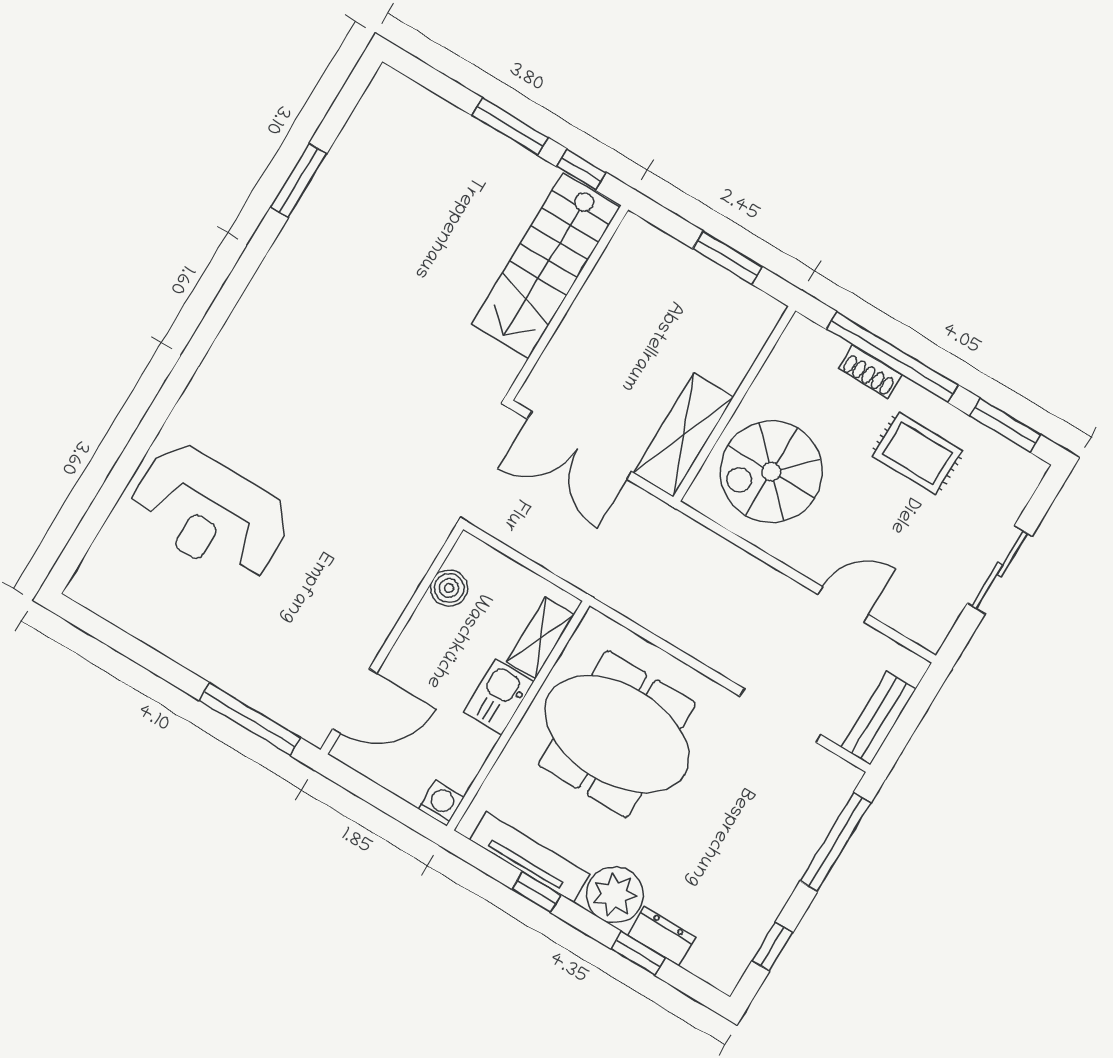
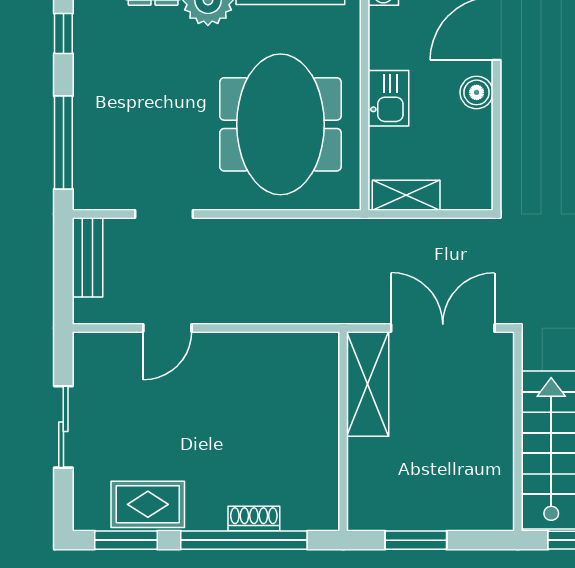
rug: (917, 453) -> (148, 504), moved
spiral stairs: (771, 472) -> (284, 396), removed
boiler: (449, 588) -> (477, 92), moved
shelving: (541, 638) -> (406, 195), moved, turned 90
doorway: (780, 715) -> (164, 214), width x0.73
meeting table: (617, 734) -> (280, 124), turned 90

